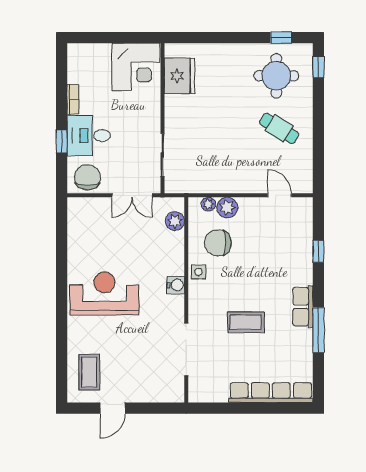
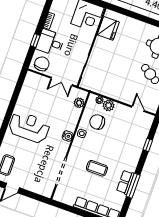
row of seats: (303, 307) -> (125, 182), moved

